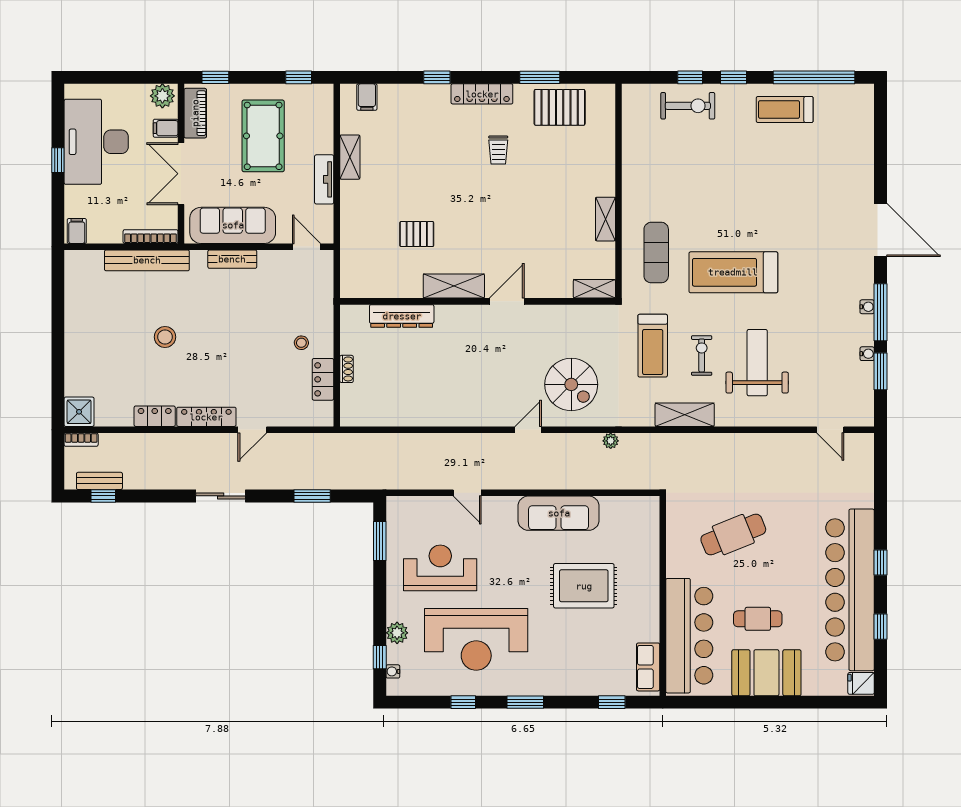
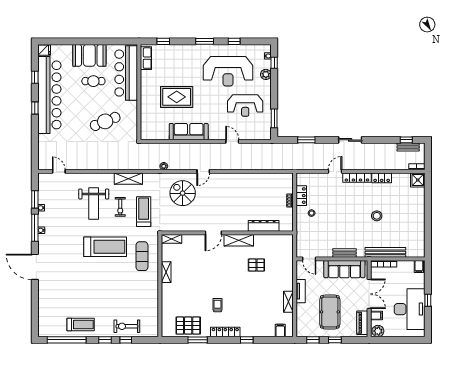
window: (215, 77) -> (335, 340), moved
reception desk: (476, 639) -> (228, 71), turned 180

